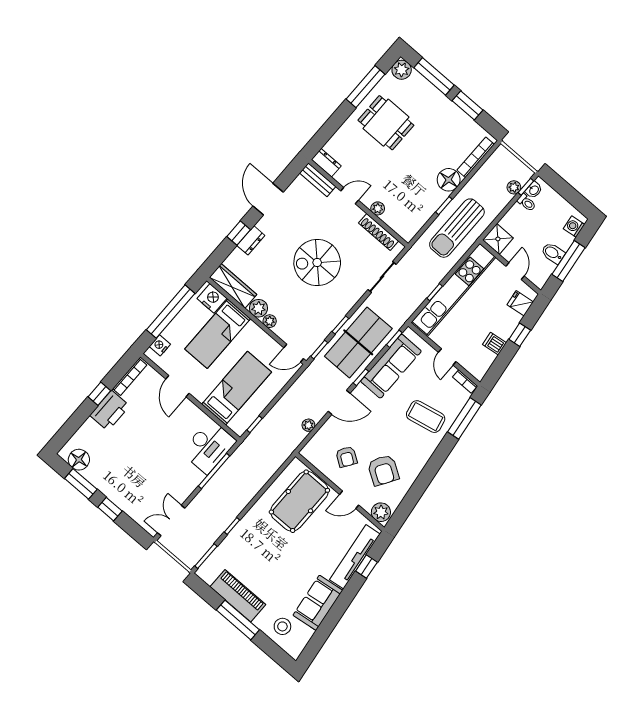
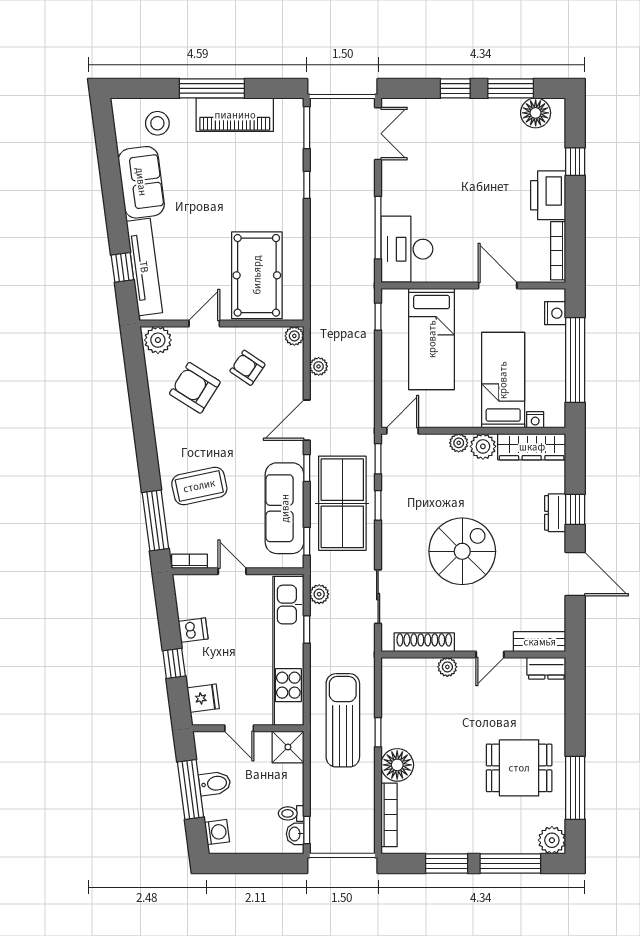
plant: (514, 187) -> (319, 594), moved
nightstand: (212, 298) -> (535, 420), width x0.53, depth x0.56
window: (99, 394) -> (575, 162), moved
plant: (307, 452) -> (294, 336), added

